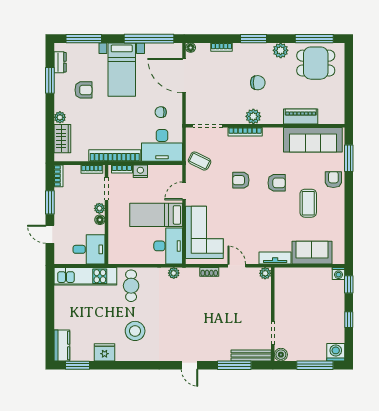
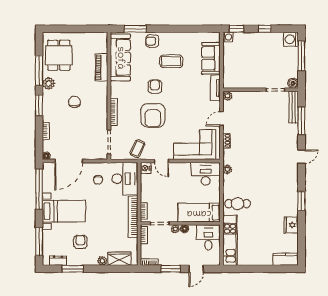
window: (314, 39) -> (39, 71), moved
plant: (253, 116) -> (102, 105), removed
nightstand: (140, 171) -> (146, 168), moved
armchair: (241, 180) -> (153, 115), width x1.88, depth x1.88
bed: (156, 215) -> (199, 213), moved, turned 90
stool: (135, 331) -> (274, 200), removed
window: (78, 365) -> (301, 201), moved

